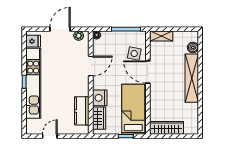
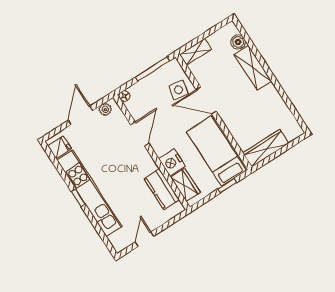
shelving: (192, 78) -> (253, 68), width x0.68

